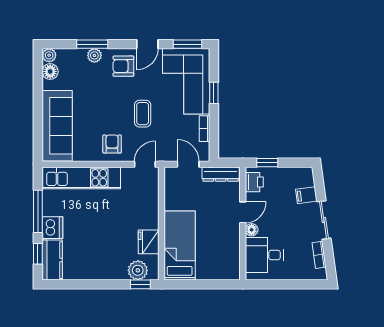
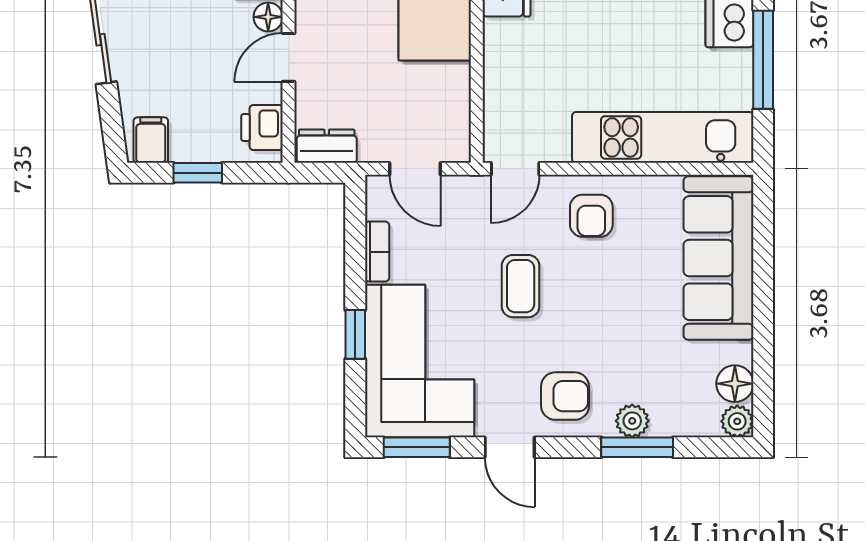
door: (147, 44) -> (510, 447), swing flipped
window: (267, 163) -> (198, 173), moved
dresser: (221, 174) -> (327, 146), width x0.70
filing cabinet: (306, 195) -> (151, 140), moved, turned -82

